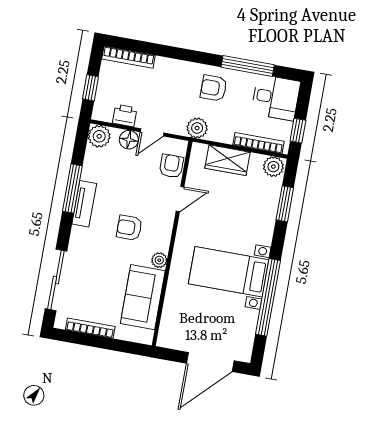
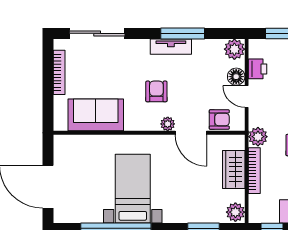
bookcase: (259, 143) -> (254, 171), moved
door: (180, 199) -> (191, 133), width x1.38
plant: (159, 260) -> (168, 124), moved

